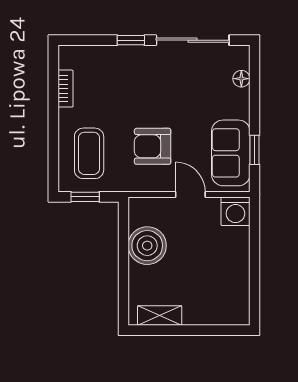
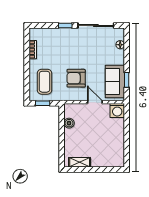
boiler: (147, 246) -> (69, 123), width x0.54, depth x0.54

